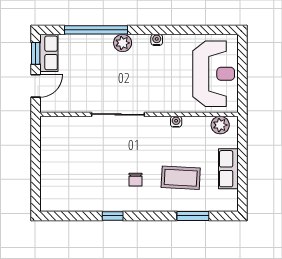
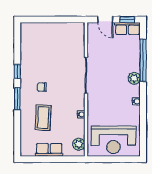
window: (193, 216) -> (17, 99), moved

